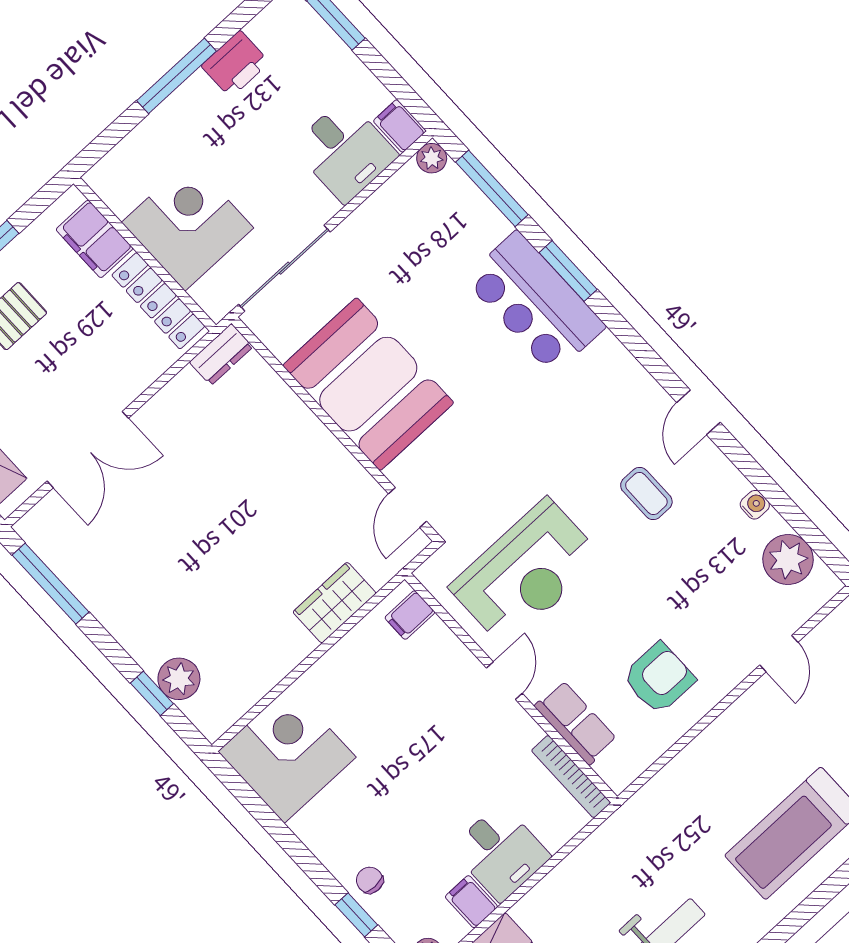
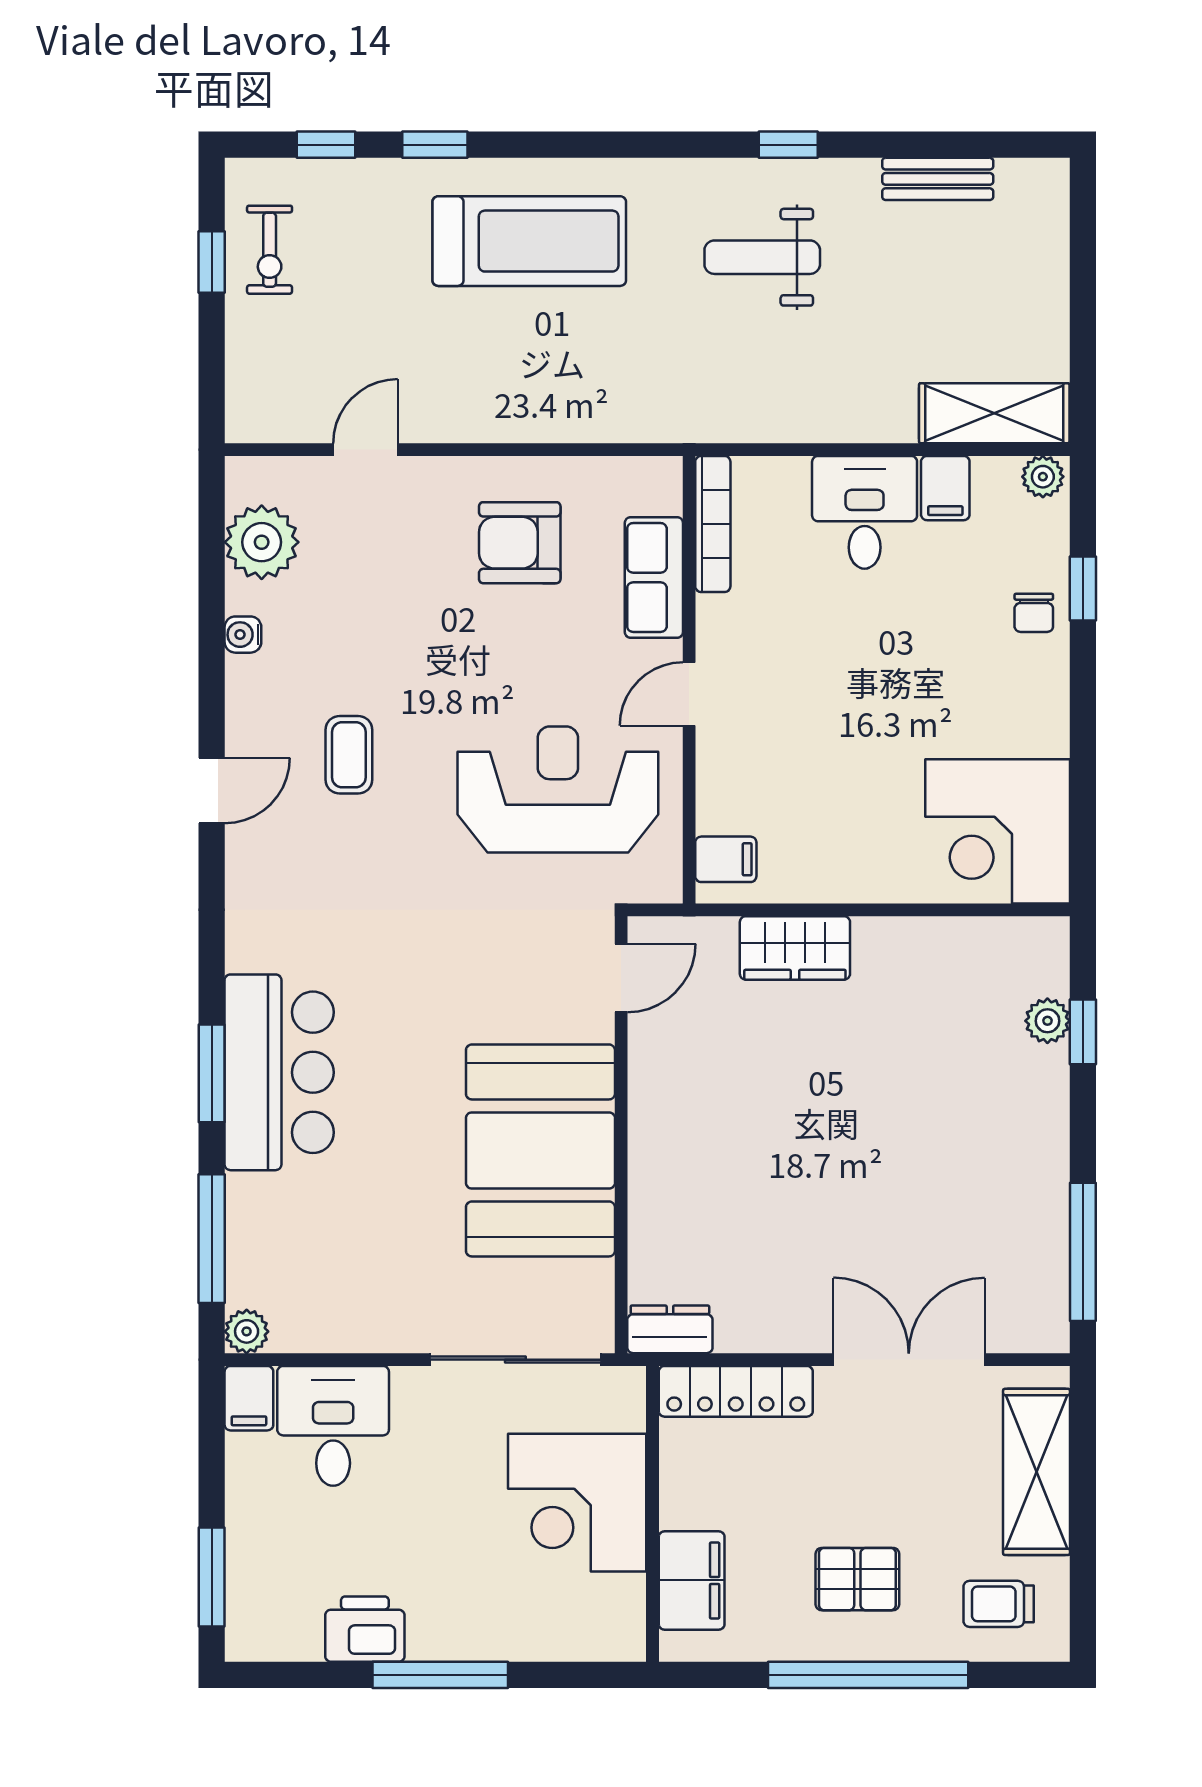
locker: (158, 301) -> (736, 1391), moved, turned 90
plant: (179, 679) -> (1047, 1021), width x0.73, depth x0.73

